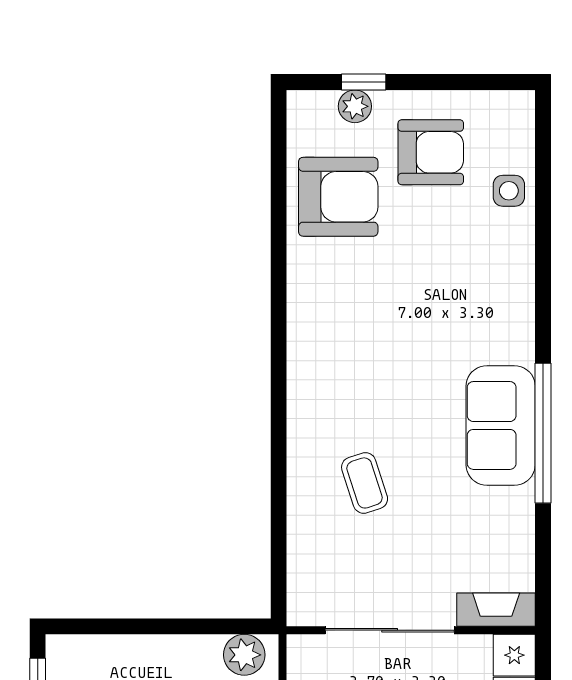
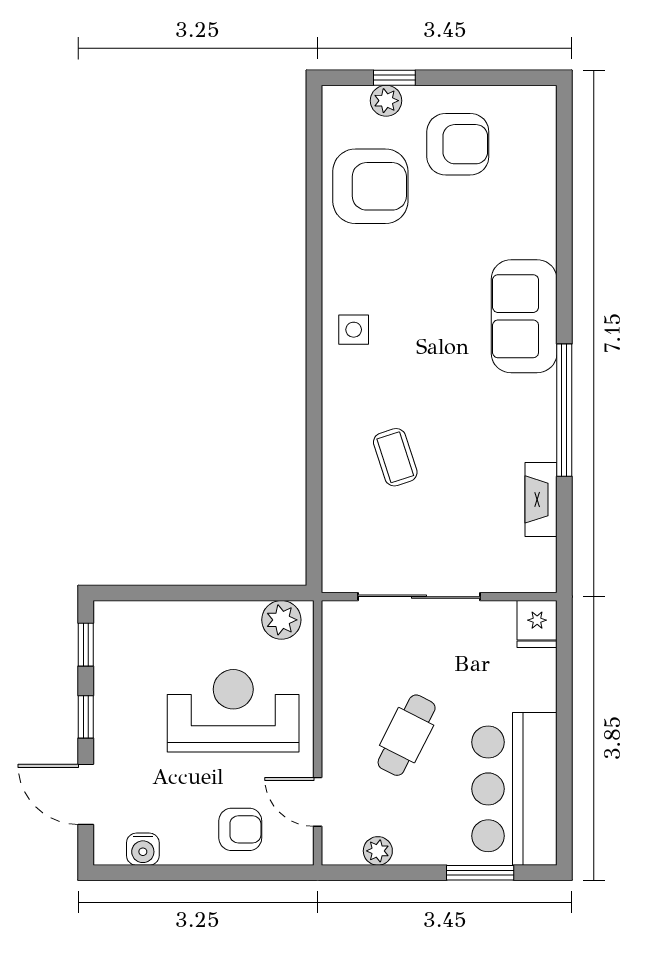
side table: (509, 191) -> (354, 330), moved
sofa: (501, 425) -> (524, 316), moved
fireplace: (496, 610) -> (541, 499), moved, turned -90

